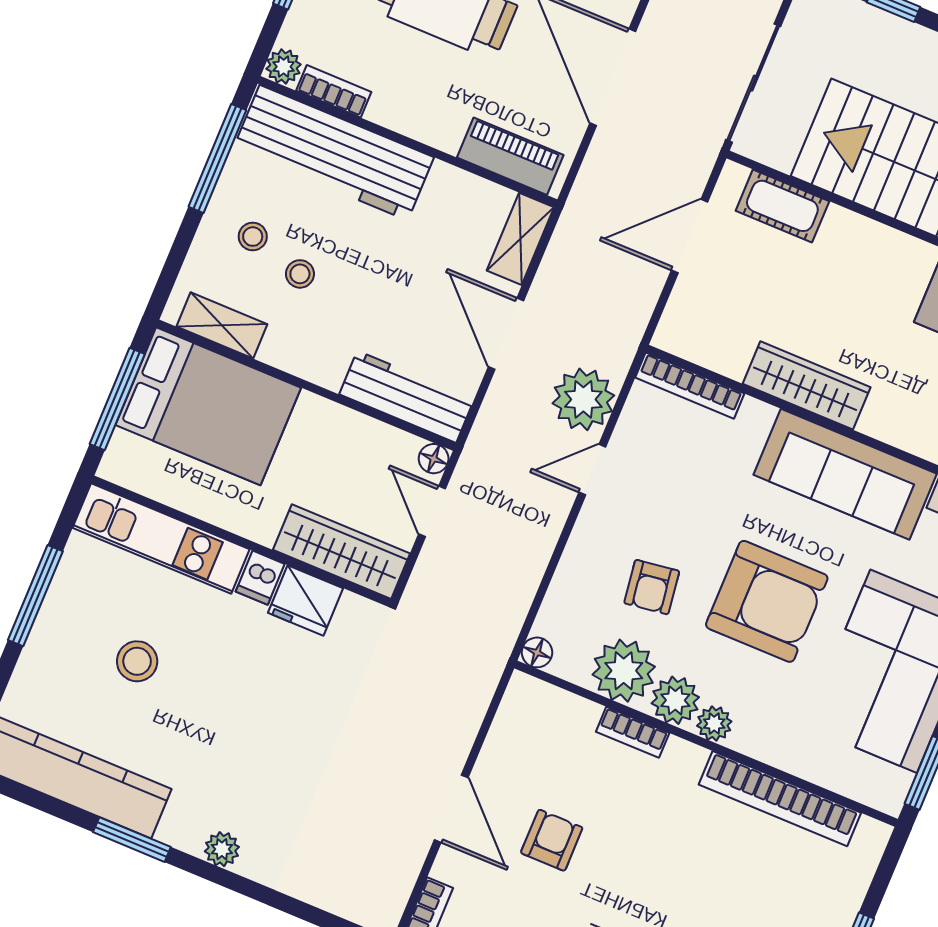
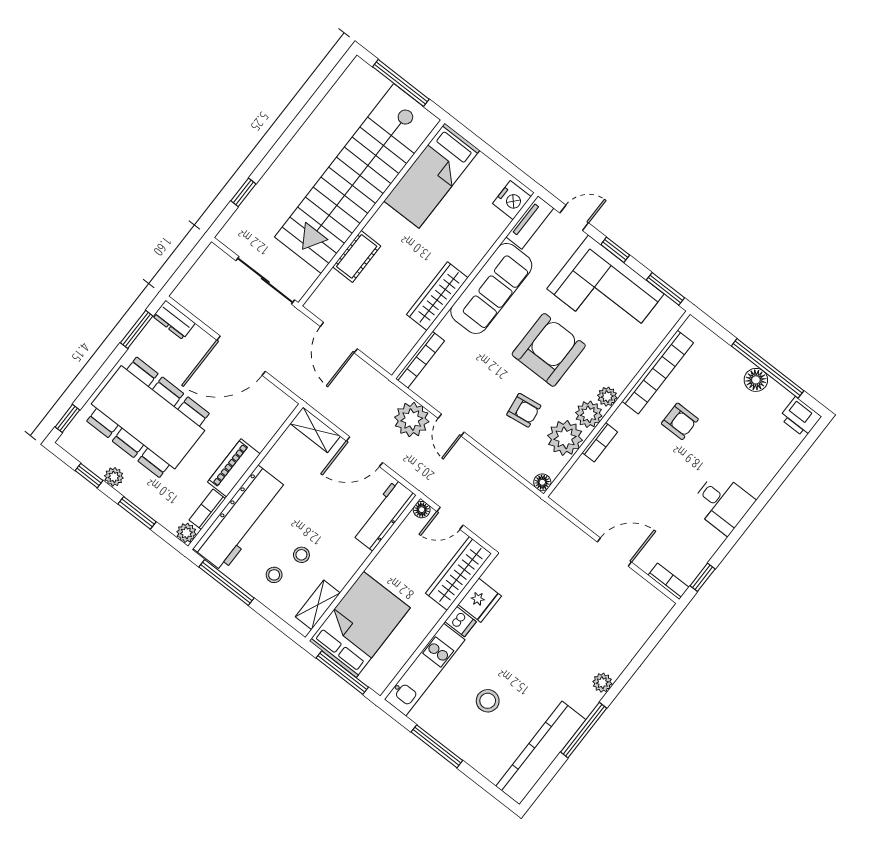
piano: (510, 156) -> (234, 468), moved
cot: (782, 206) -> (357, 256), moved
window: (132, 840) -> (584, 730), width x1.44
armchair: (552, 840) -> (680, 421), moved, turned 180

